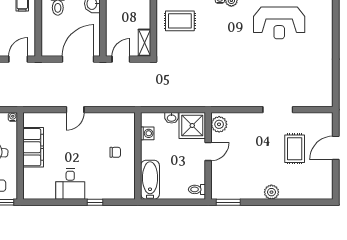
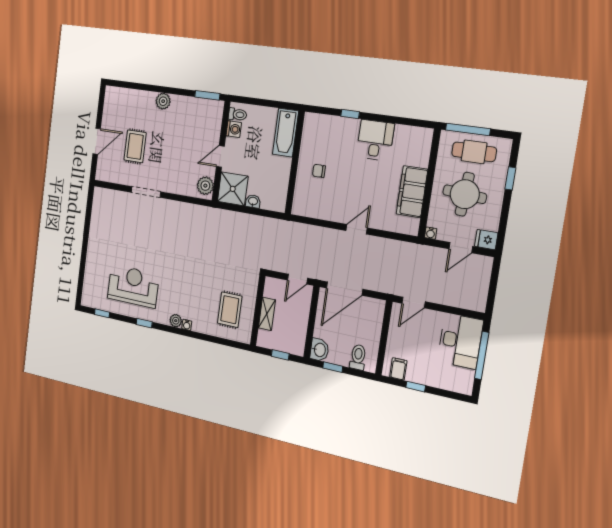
rug: (180, 21) -> (230, 310), turned 90
shelving: (144, 43) -> (267, 314), moved
washing machine: (147, 133) -> (234, 129), moved, turned 180

